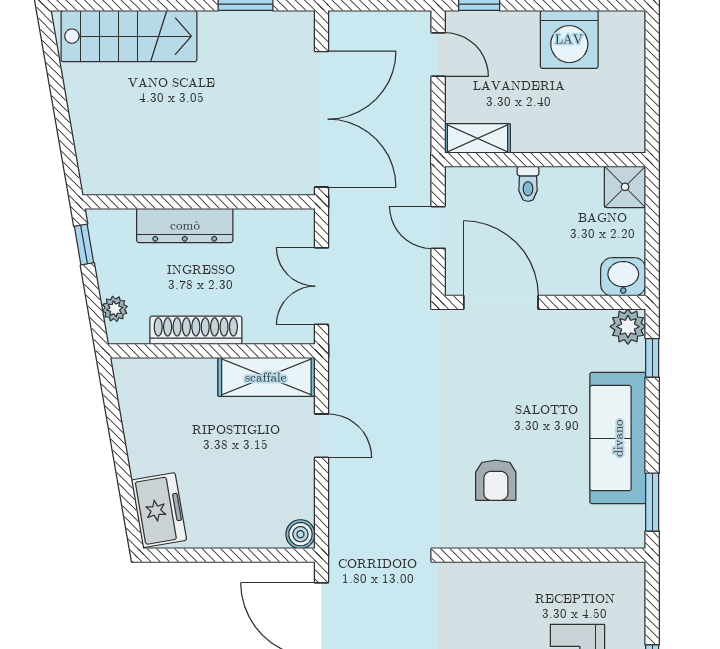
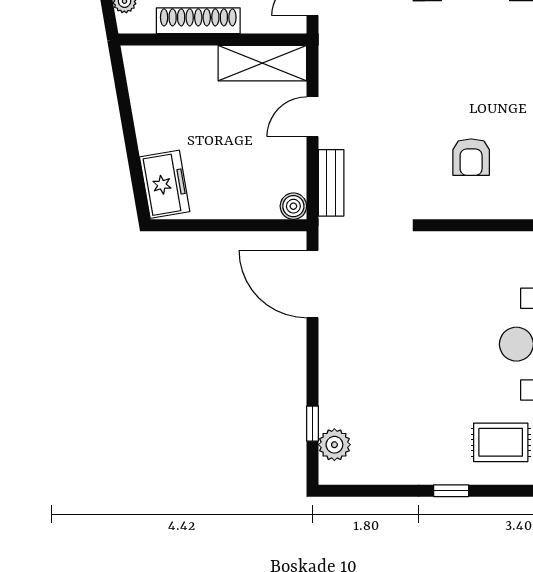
door: (321, 436) -> (313, 117), swing flipped
bench: (342, 509) -> (331, 183), added

